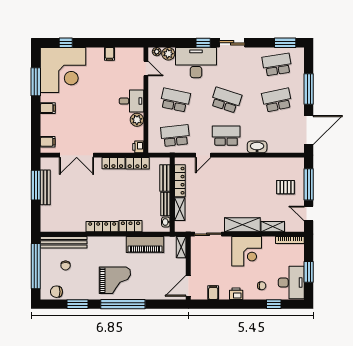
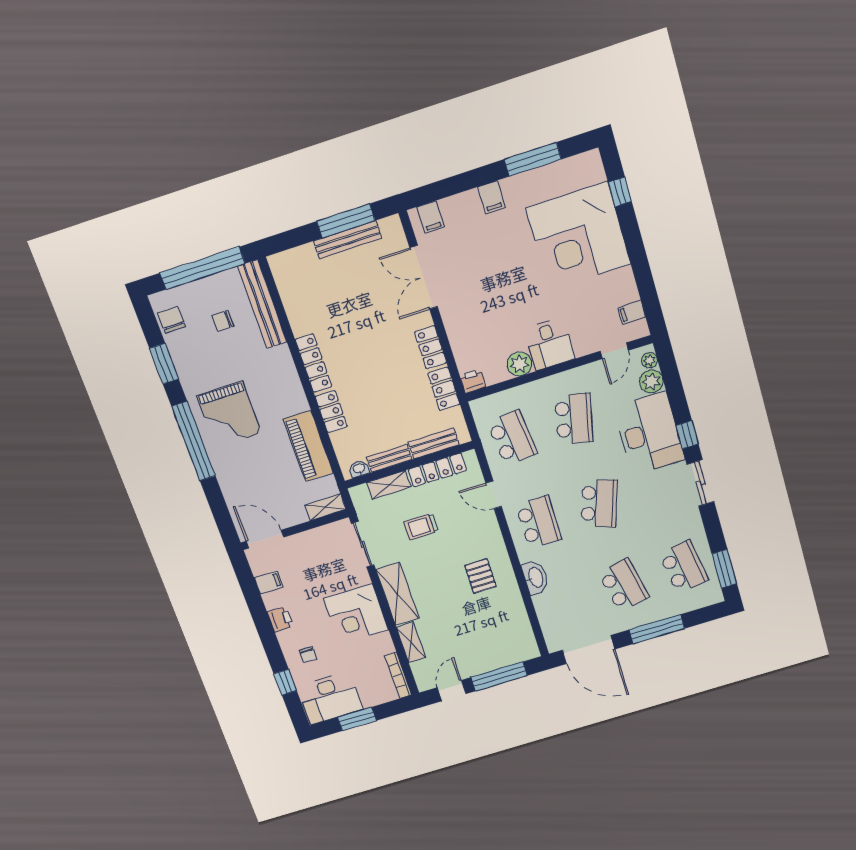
filing cabinet: (109, 54) -> (632, 312), moved
corner desk: (63, 70) -> (578, 236), moved
pallet: (286, 187) -> (480, 576), moved
trolley: (208, 199) -> (421, 527), added

